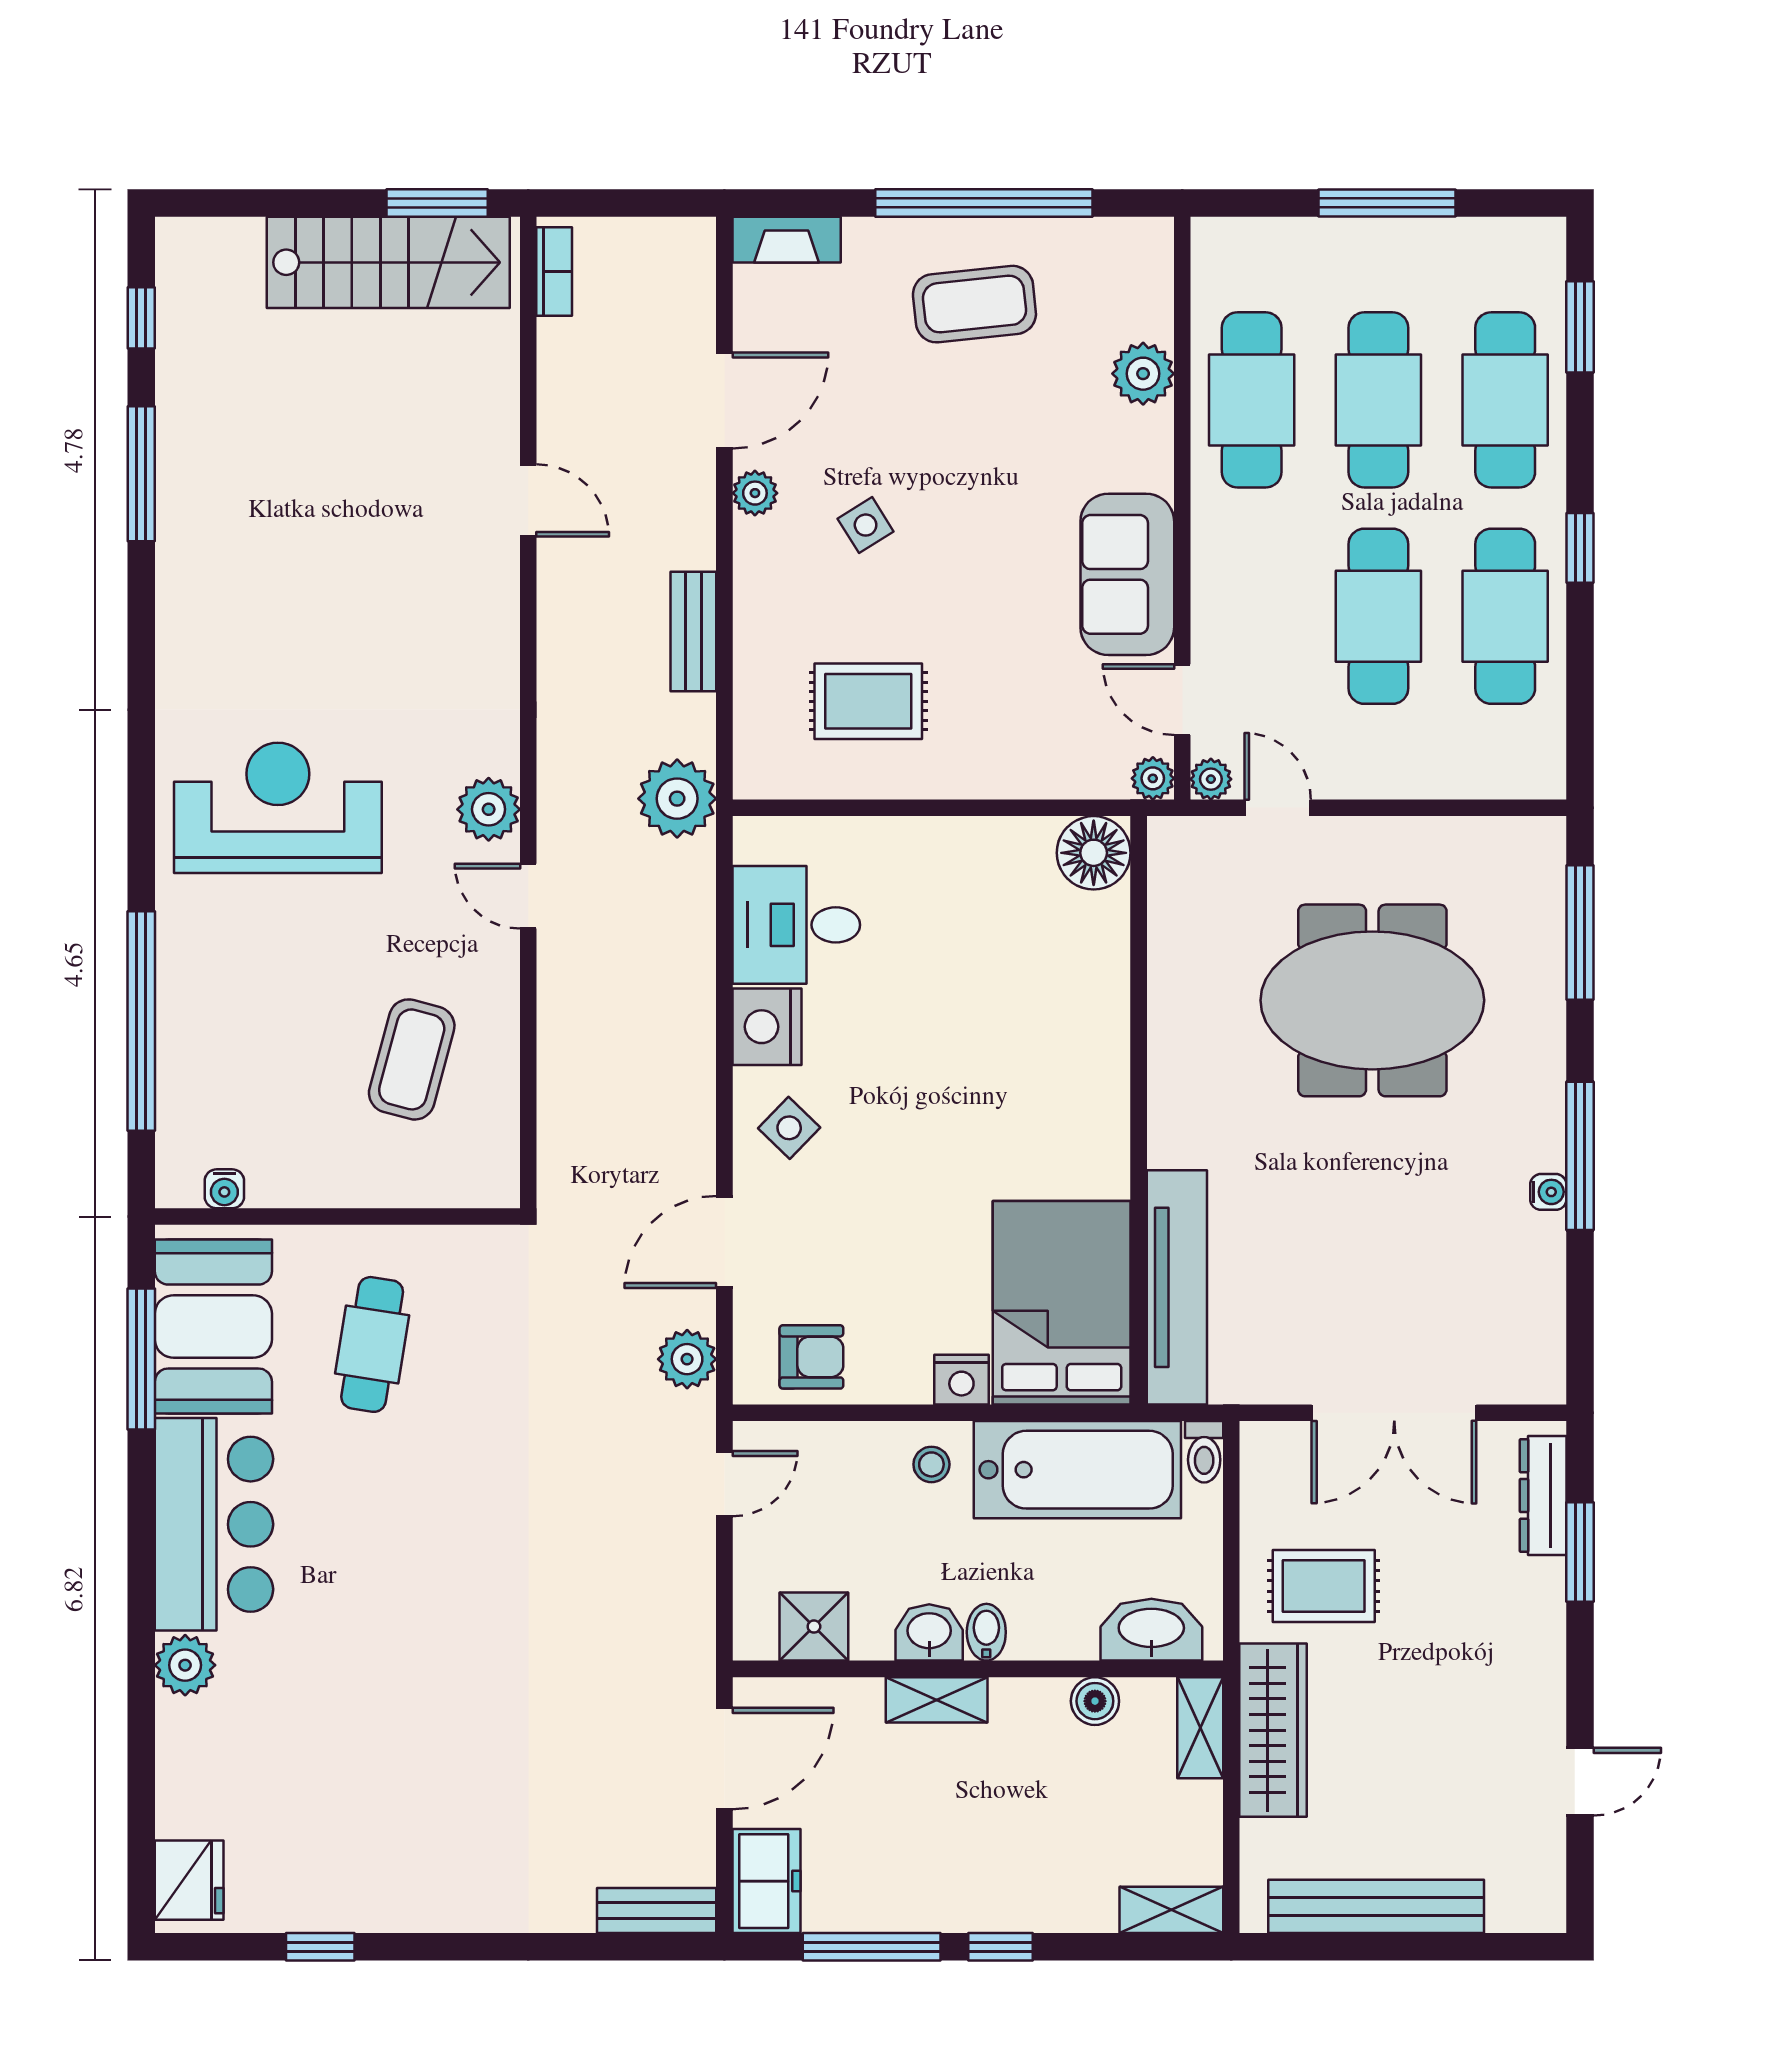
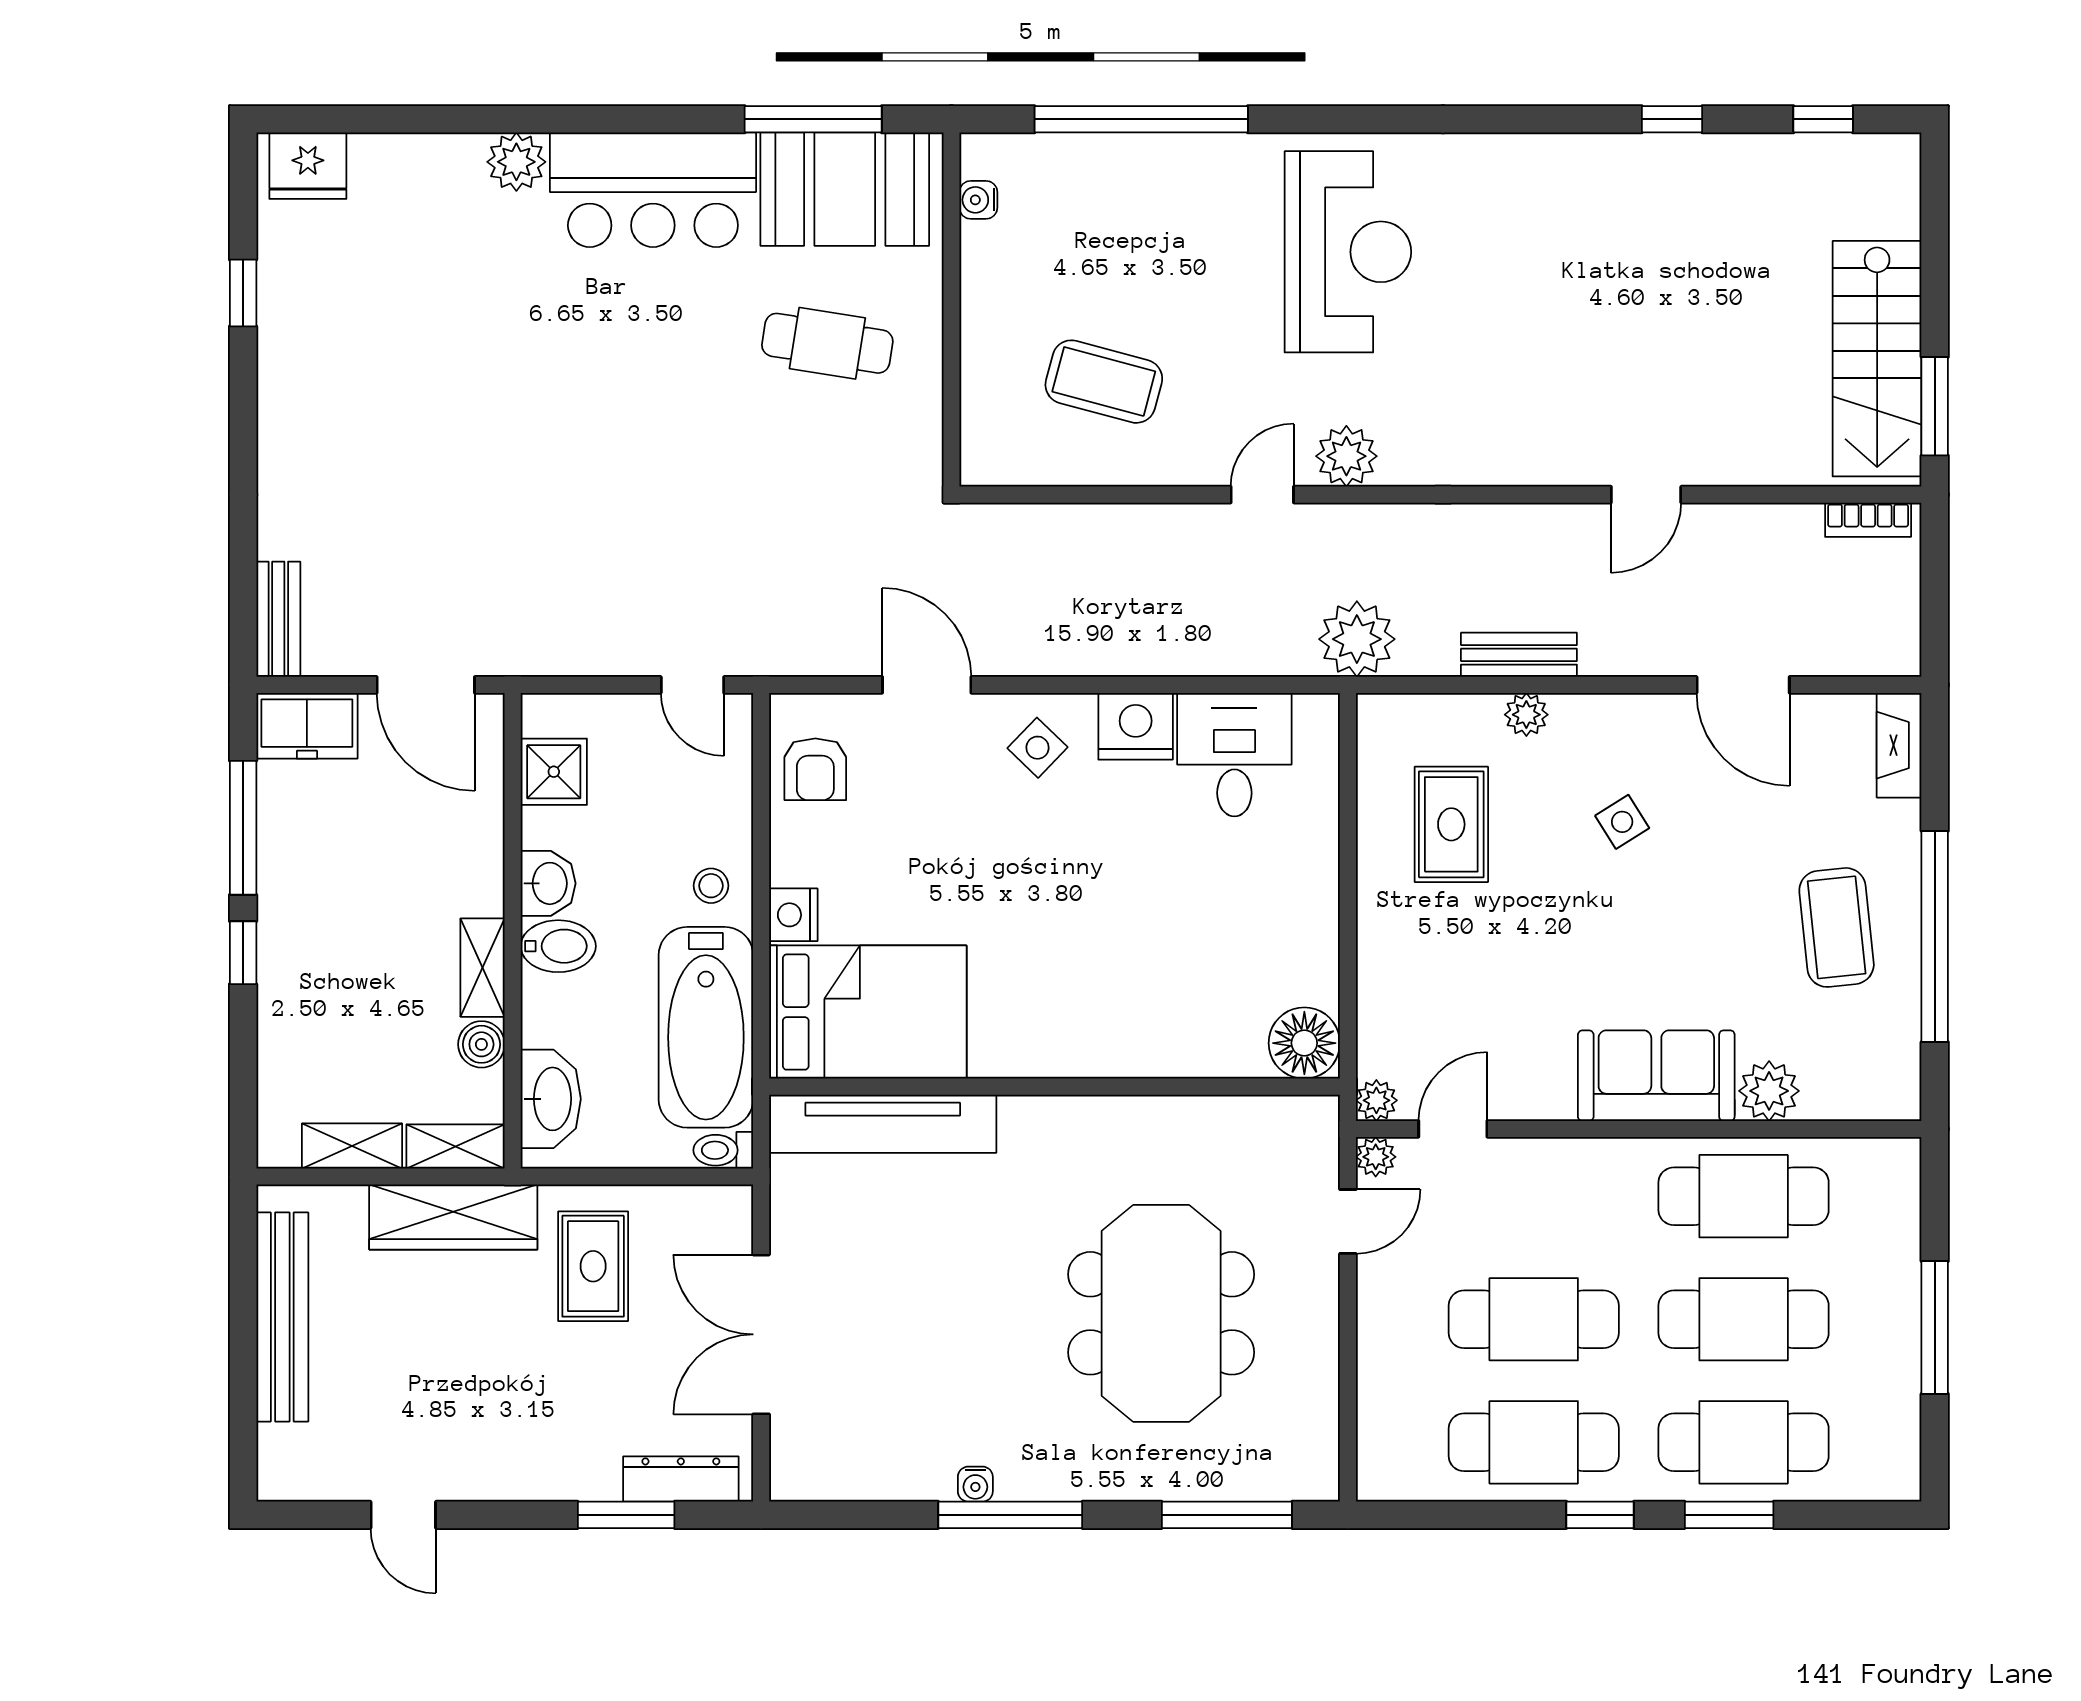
window: (1580, 327) -> (1729, 1515), moved
window: (141, 474) -> (1672, 119), width x0.46
plant: (755, 493) -> (1526, 715), moved
sofa: (1127, 574) -> (1656, 1076), moved
plant: (687, 1359) -> (813, 649), removed
bidet: (986, 1632) -> (558, 946), width x1.38, depth x1.36
shelving: (937, 1700) -> (483, 968), moved
shelving: (1171, 1910) -> (352, 1146), moved, turned 90

